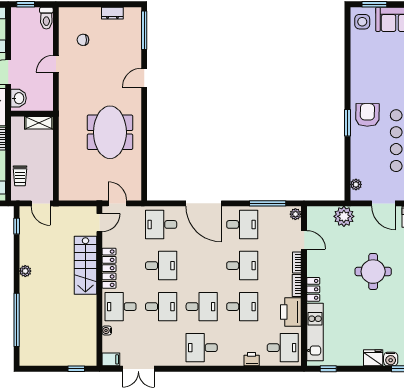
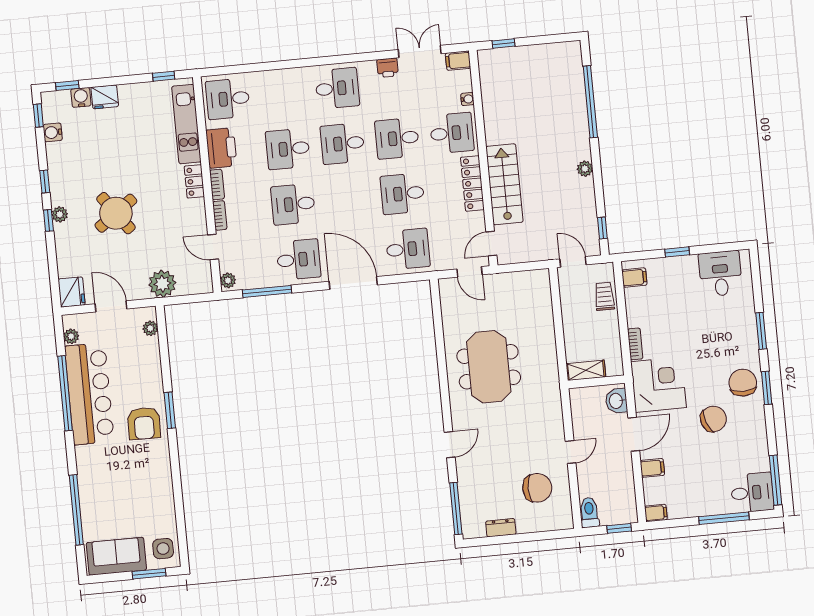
chair: (83, 40) -> (537, 488), width x1.87, depth x1.87
desk: (242, 224) -> (298, 260), turned 180
round table: (373, 272) -> (116, 213), turned -36
printer: (252, 359) -> (388, 68), moved

